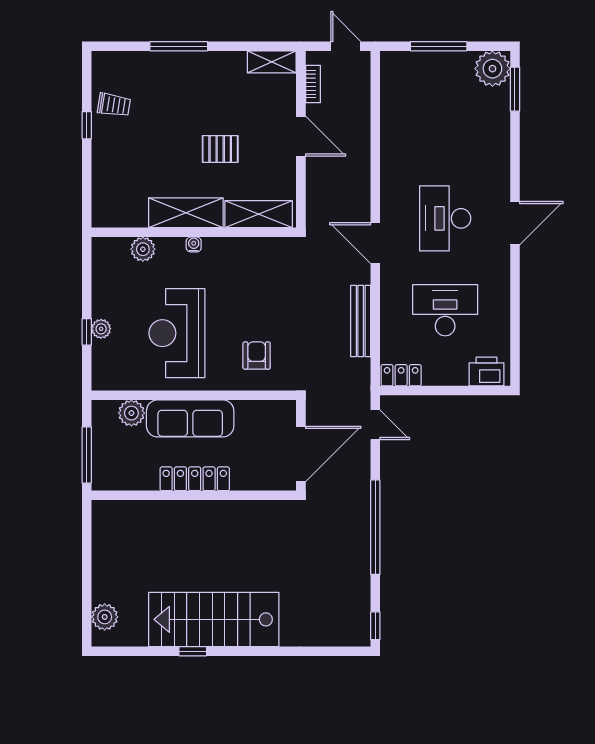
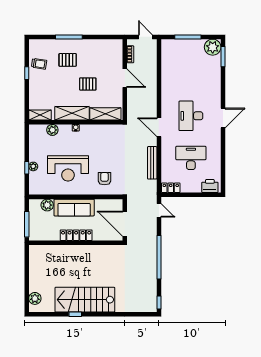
shelving: (272, 62) -> (40, 115), moved
pallet: (176, 96) -> (68, 60), added
reception desk: (177, 333) -> (68, 168), turned -90
door: (301, 454) -> (125, 224), swing flipped

